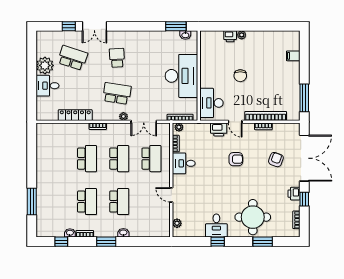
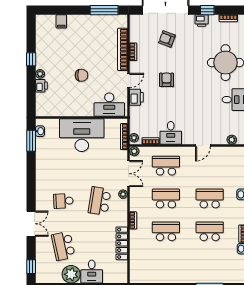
window: (69, 26) -> (31, 267), moved
window: (256, 26) -> (31, 59), added
school desk: (73, 58) -> (63, 246), turned -30
plant: (166, 127) -> (134, 151), added

